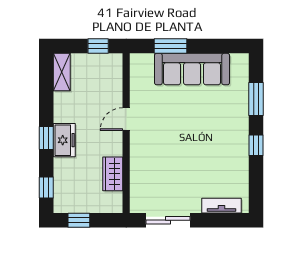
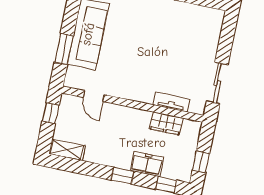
door: (126, 119) -> (94, 96), moved
freezer: (64, 140) -> (147, 164), moved
tv unit: (221, 206) -> (172, 102), moved, turned 90

